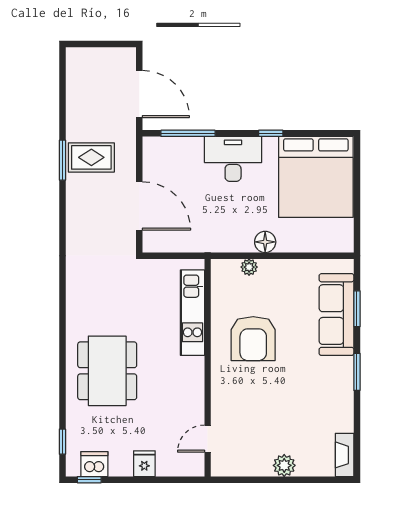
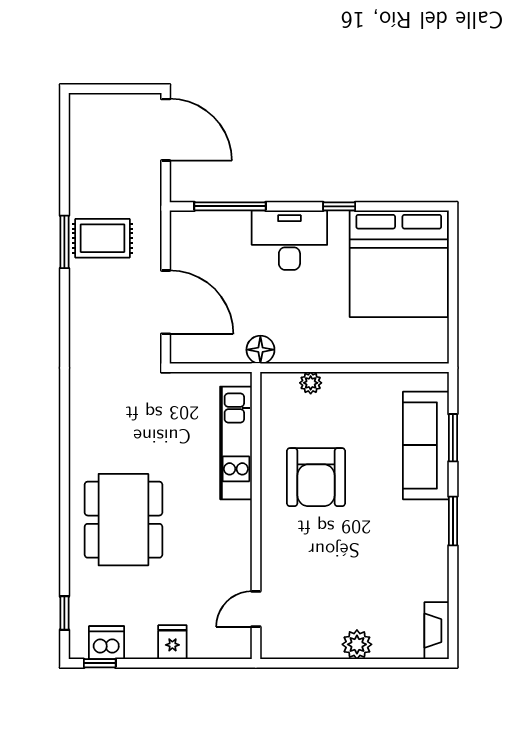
door: (139, 94) -> (166, 130), moved
floor lamp: (265, 242) -> (260, 350), moved

